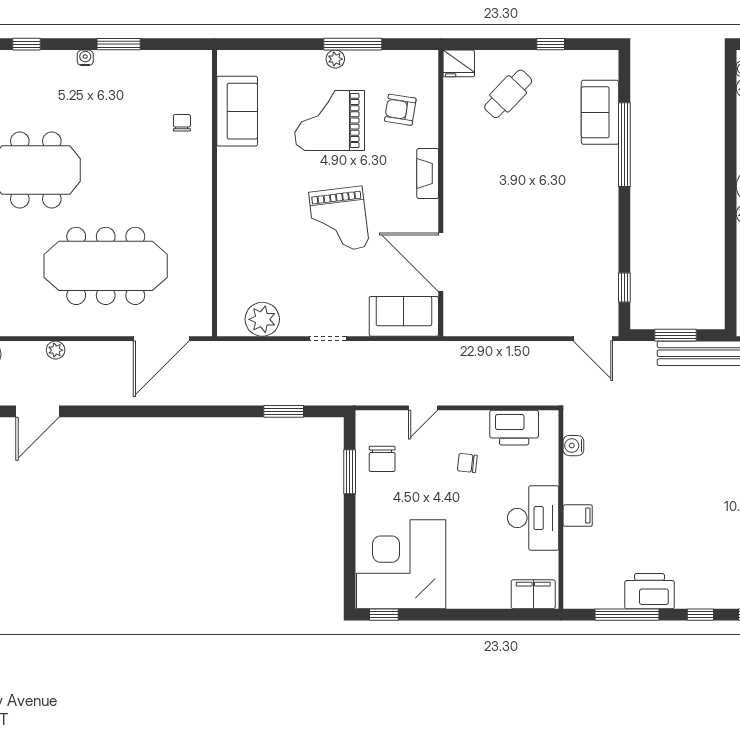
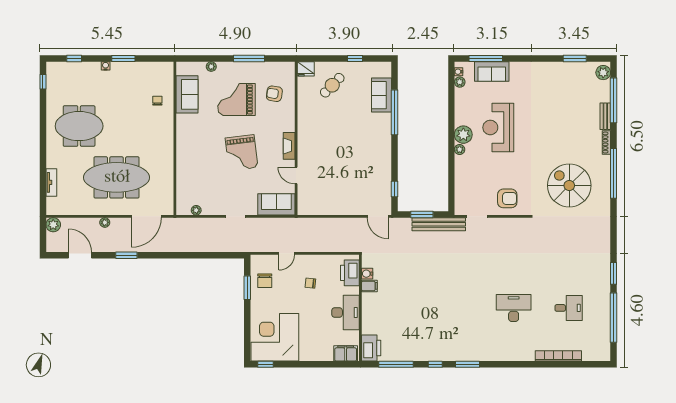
plant: (335, 59) -> (211, 67), moved
fireplace: (428, 174) -> (289, 146), moved
door: (441, 262) -> (296, 175), width x0.53
plant: (262, 319) -> (196, 210), width x0.53, depth x0.53
plant: (56, 350) -> (105, 222), moved
door: (38, 411) -> (80, 255), swing flipped
window: (284, 411) -> (126, 255), moved
printer: (514, 428) -> (350, 273), moved, turned 90
filing cabinet: (578, 516) -> (369, 286), moved
printer: (650, 591) -> (371, 348), moved, turned 90

